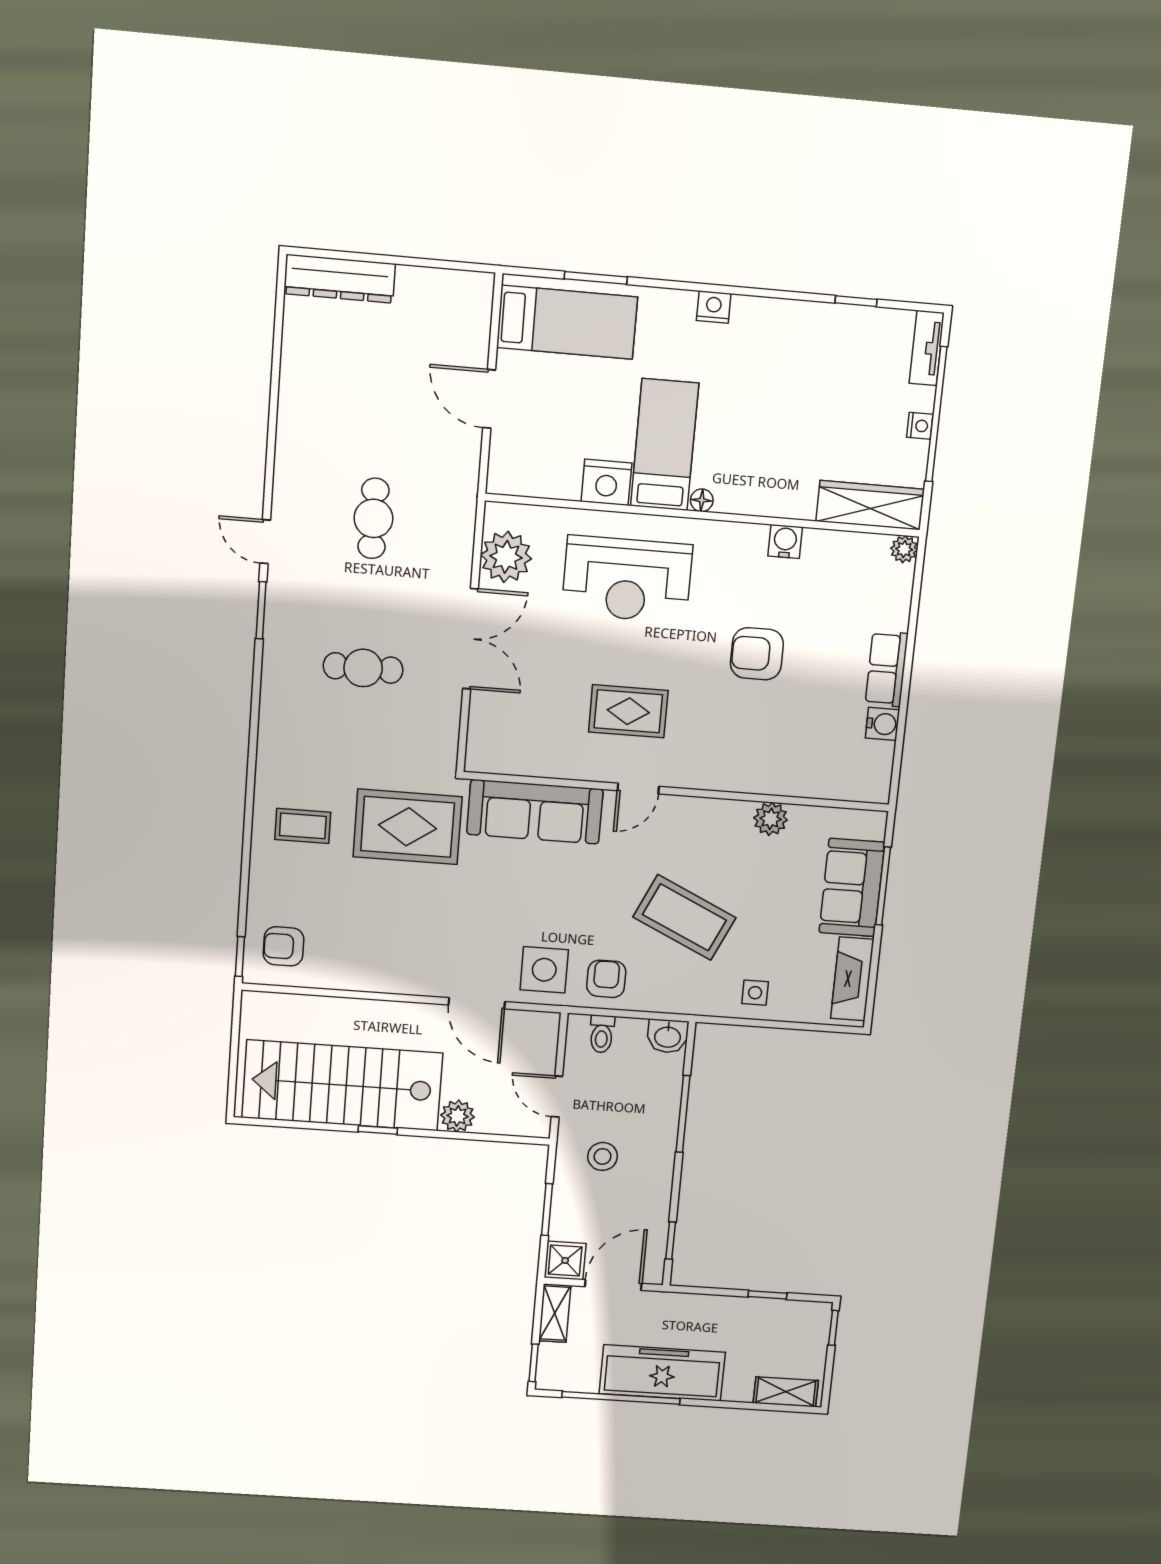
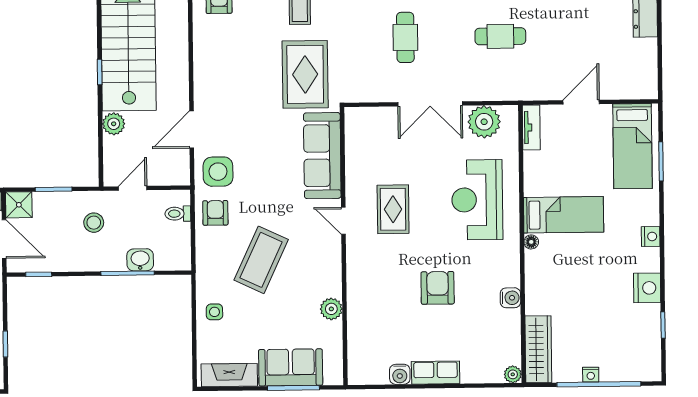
tv unit: (927, 348) -> (531, 127), moved, turned 90
nightstand: (606, 482) -> (647, 288), moved, turned 180
armchair: (606, 979) -> (215, 213), turned -90
washbasin: (668, 1036) -> (140, 260), moved, turned 90

